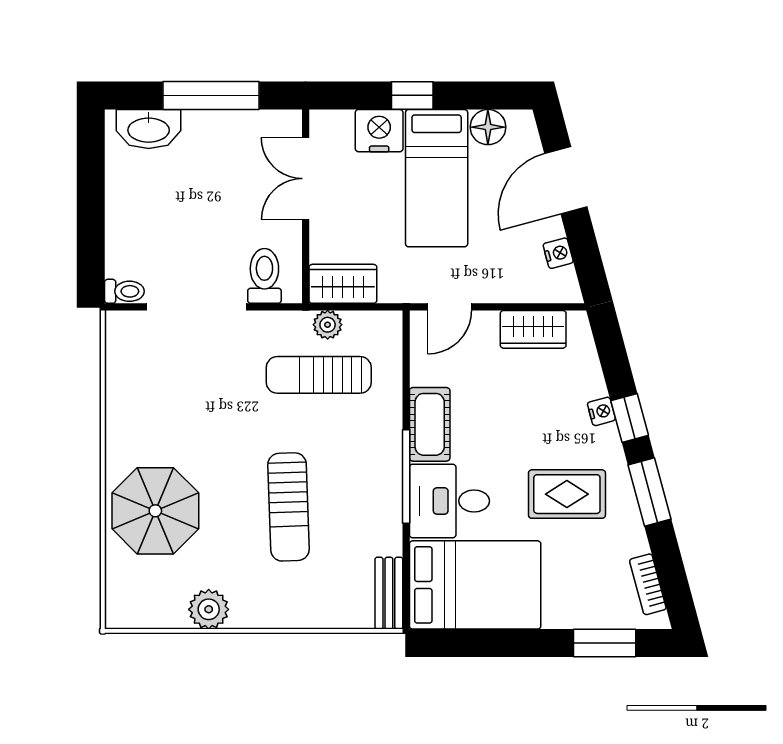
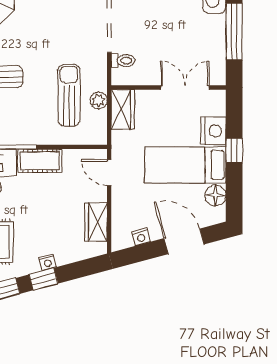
toilet: (264, 276) -> (123, 61), width x0.73, depth x0.72

